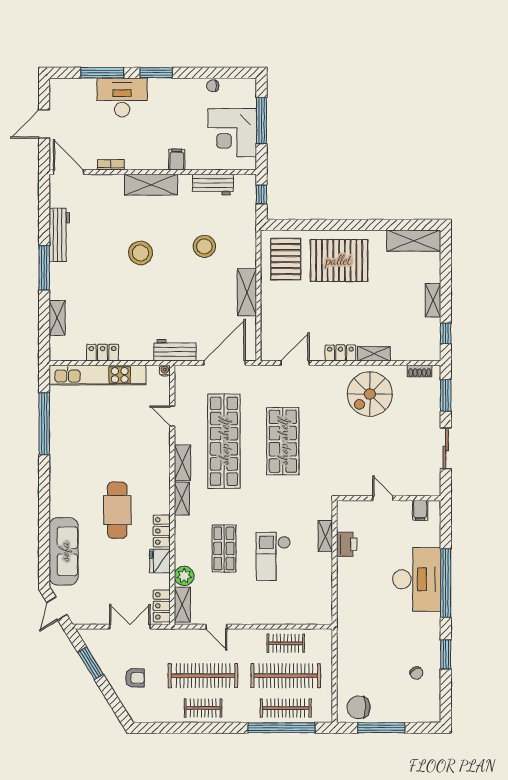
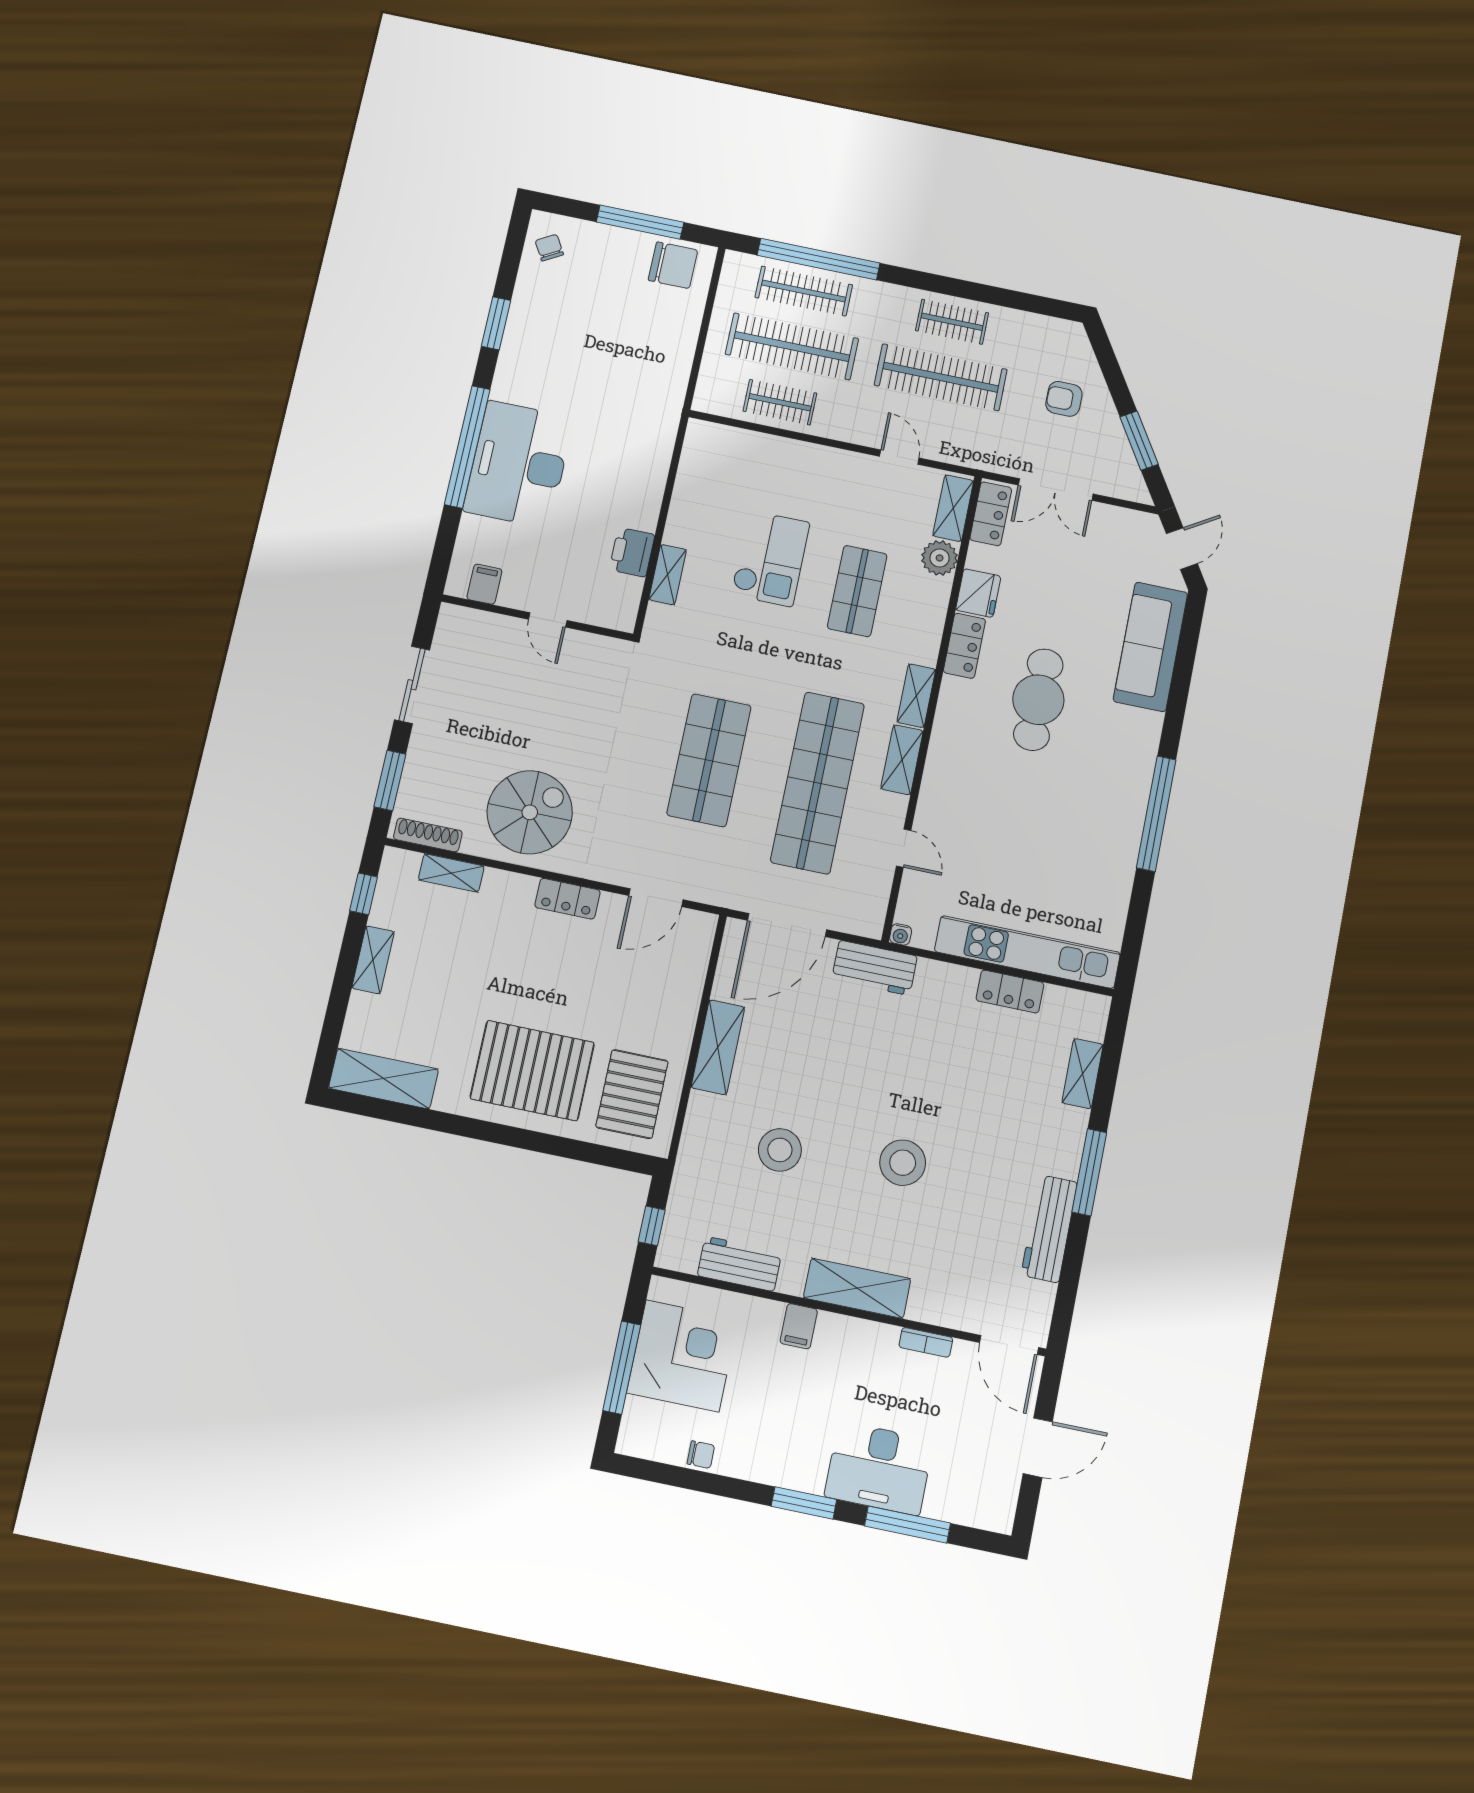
shelving: (374, 354) -> (451, 873), moved
shoe rack: (420, 371) -> (428, 835), width x1.43
window: (44, 424) -> (1156, 814), moved
chair: (416, 673) -> (549, 248), moved

